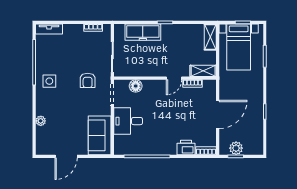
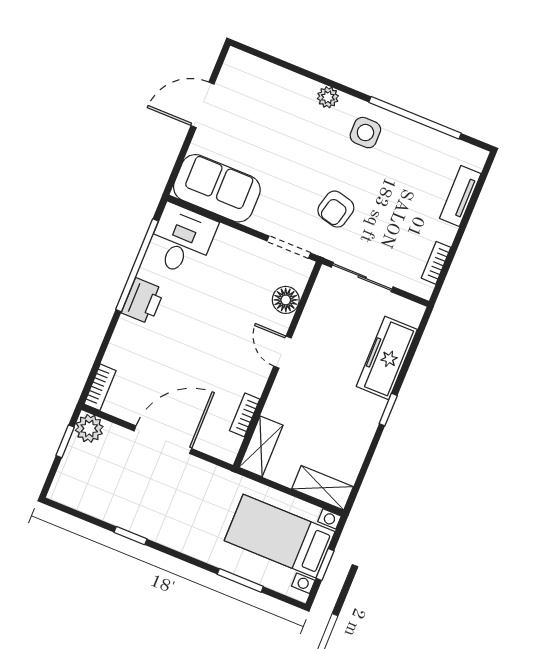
tv unit: (49, 29) -> (460, 196), moved
door: (174, 78) -> (282, 352), moved
armchair: (88, 80) -> (336, 209), turned -76
door: (218, 114) -> (163, 440), swing flipped
plant: (41, 121) -> (328, 97), moved
desk: (128, 121) -> (182, 240), moved
printer: (186, 147) -> (143, 301), moved
plant: (236, 148) -> (89, 428), moved
door: (66, 156) -> (202, 105), hinge flipped

